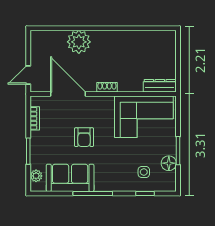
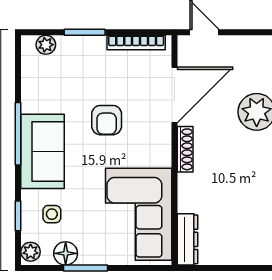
shoe rack: (107, 87) -> (185, 149), width x1.43
bookcase: (35, 118) -> (136, 43), width x1.56
armchair: (84, 137) -> (107, 120), turned -90
sofa: (70, 178) -> (43, 151), moved
plant: (168, 186) -> (31, 252), added

